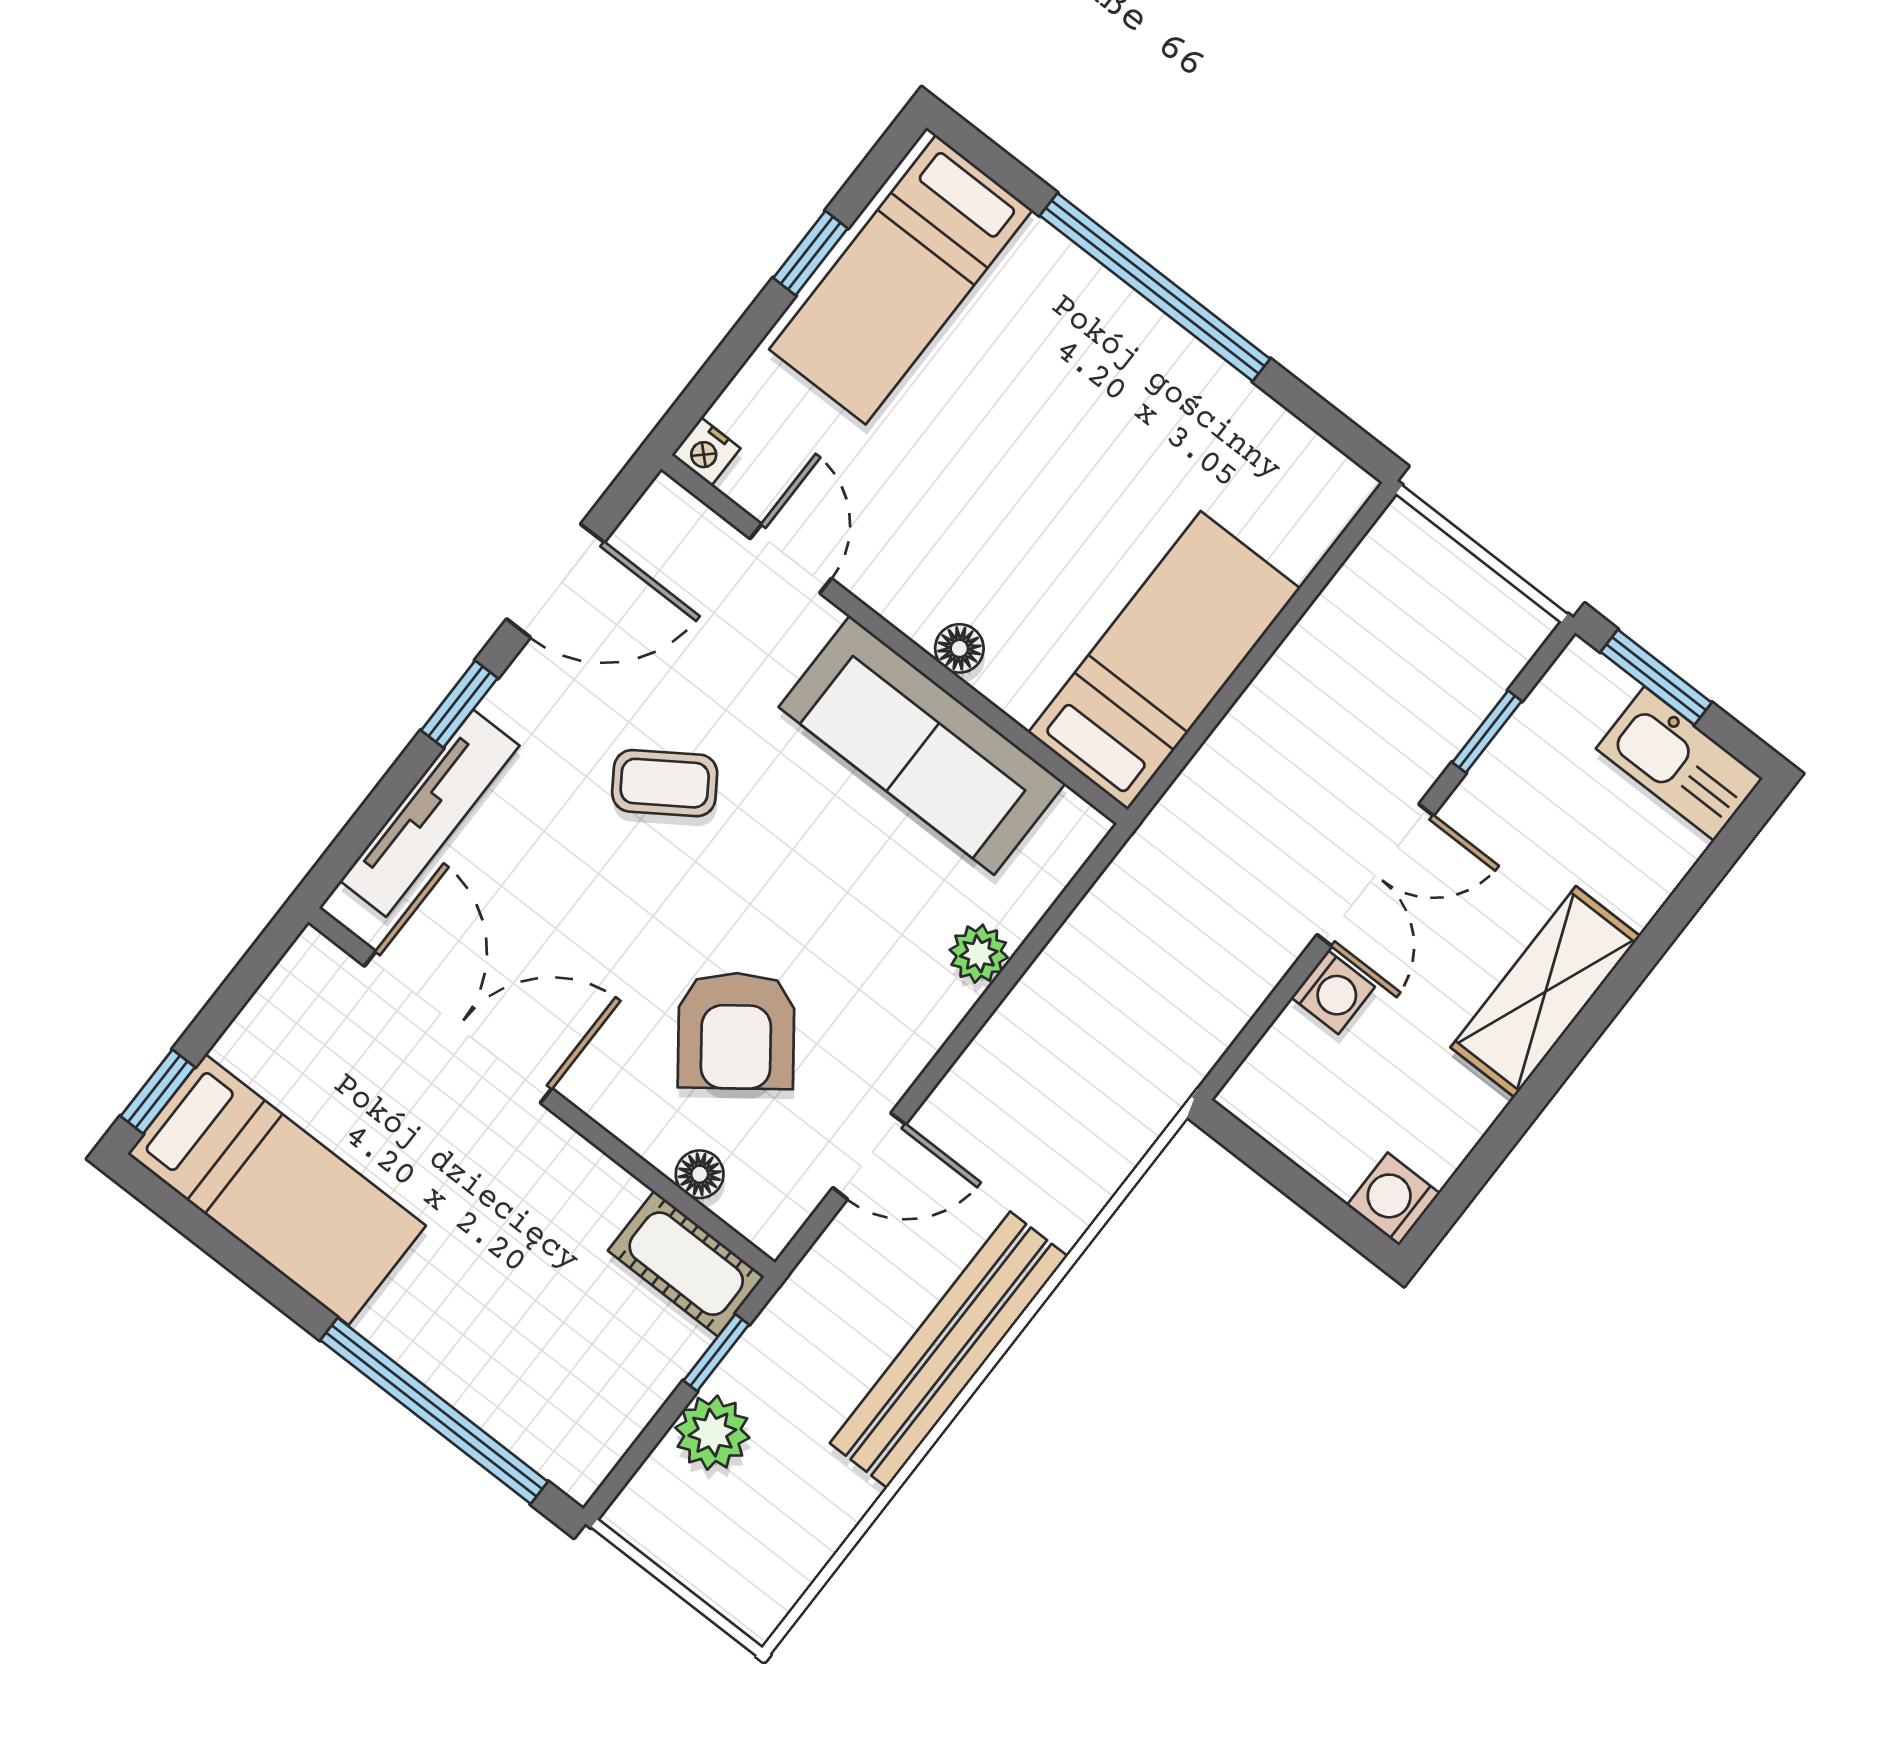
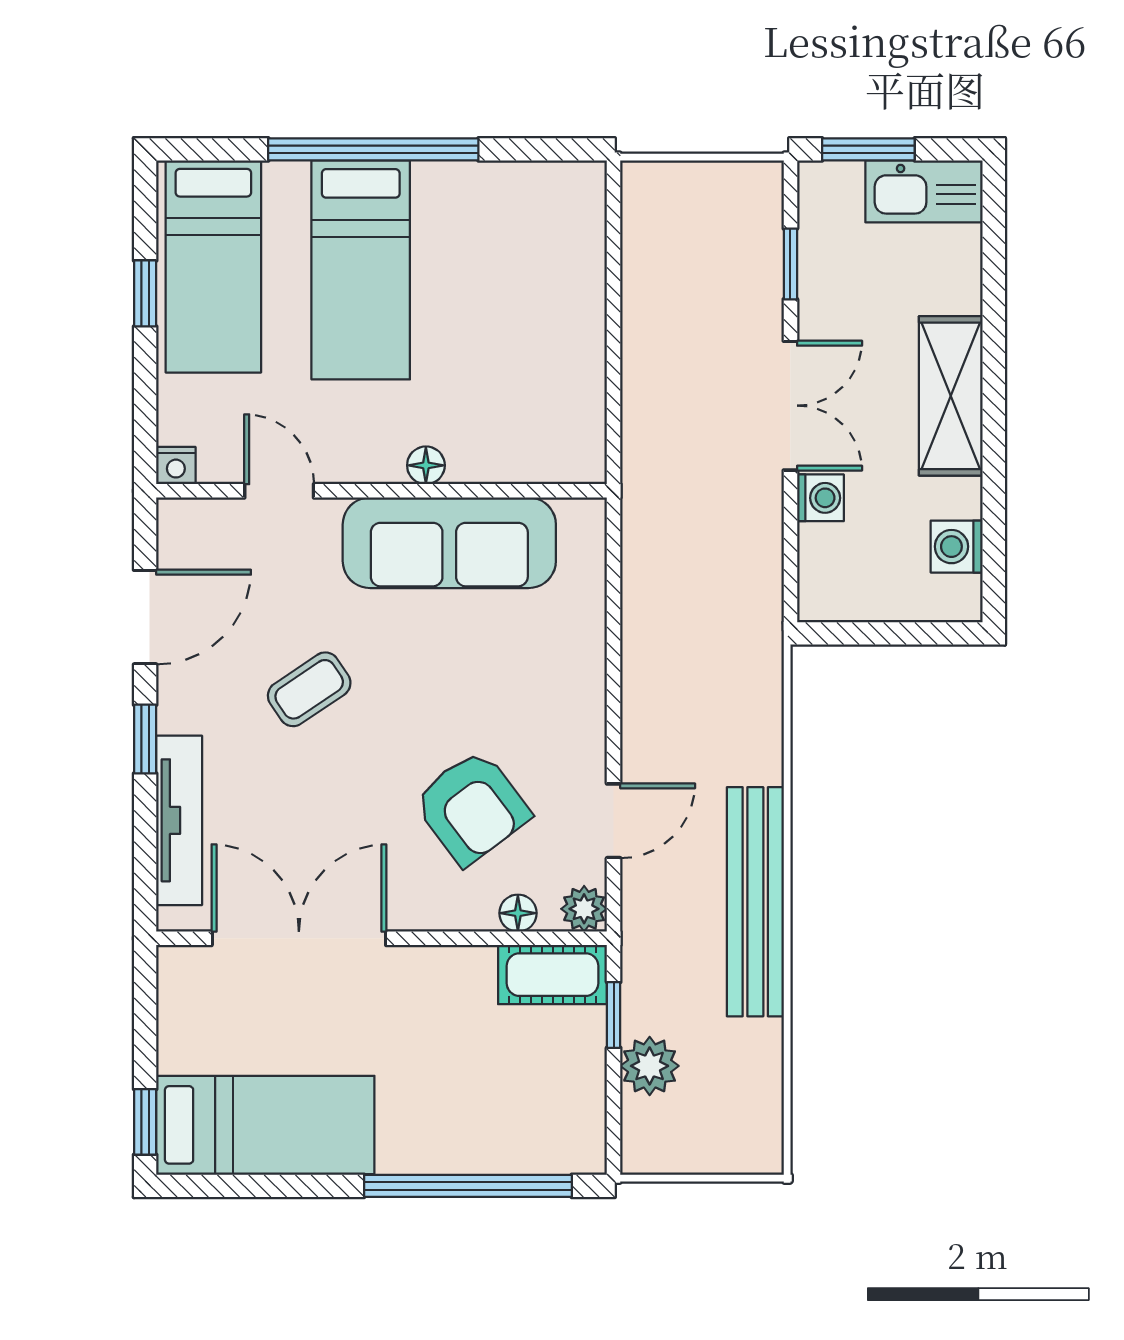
bed: (1164, 660) -> (361, 270), moved, turned 180
plant: (979, 954) -> (584, 909), moved
washing machine: (1393, 1199) -> (957, 547), moved

